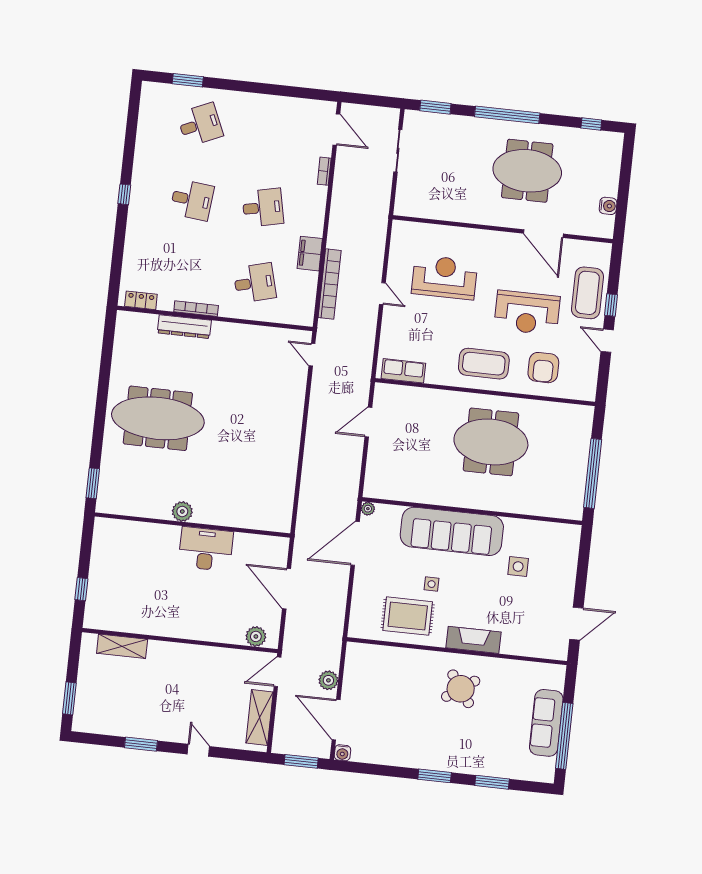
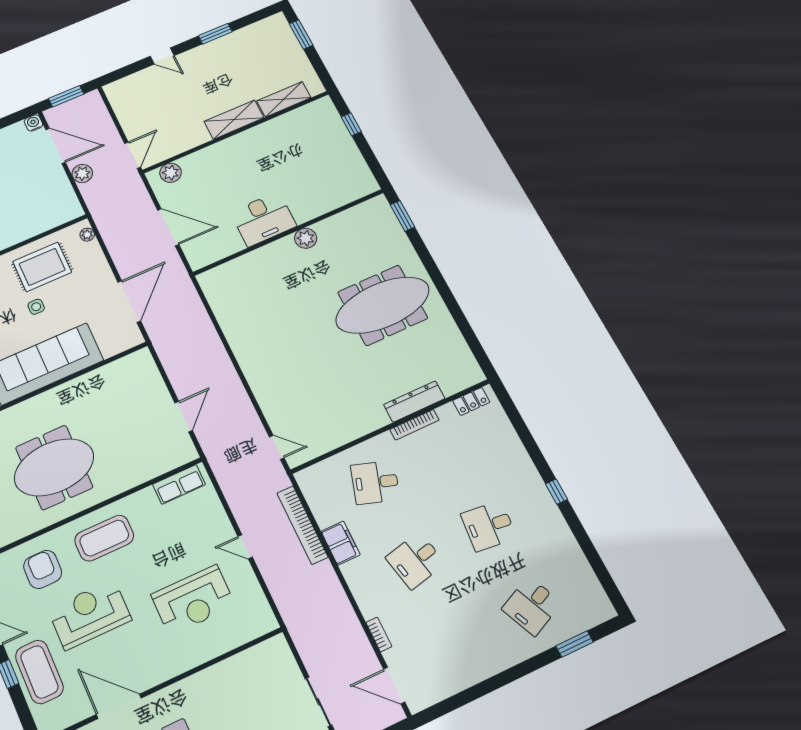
desk: (255, 283) -> (375, 482), turned 33
plant: (368, 509) -> (87, 235), moved
shelving: (260, 717) -> (234, 120), moved, turned 90

